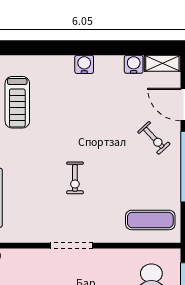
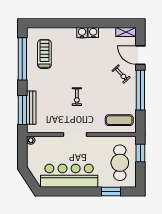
water cooler: (134, 64) -> (93, 33), moved
treadmill: (17, 102) -> (44, 54), turned 180

